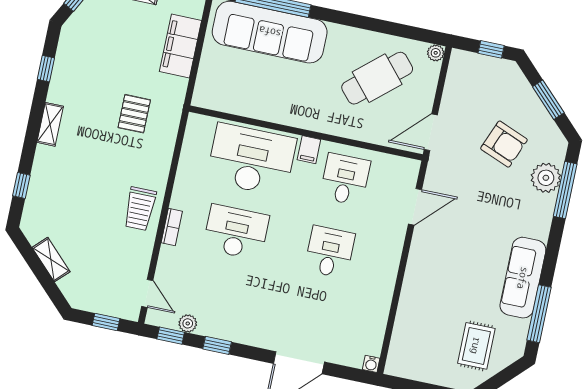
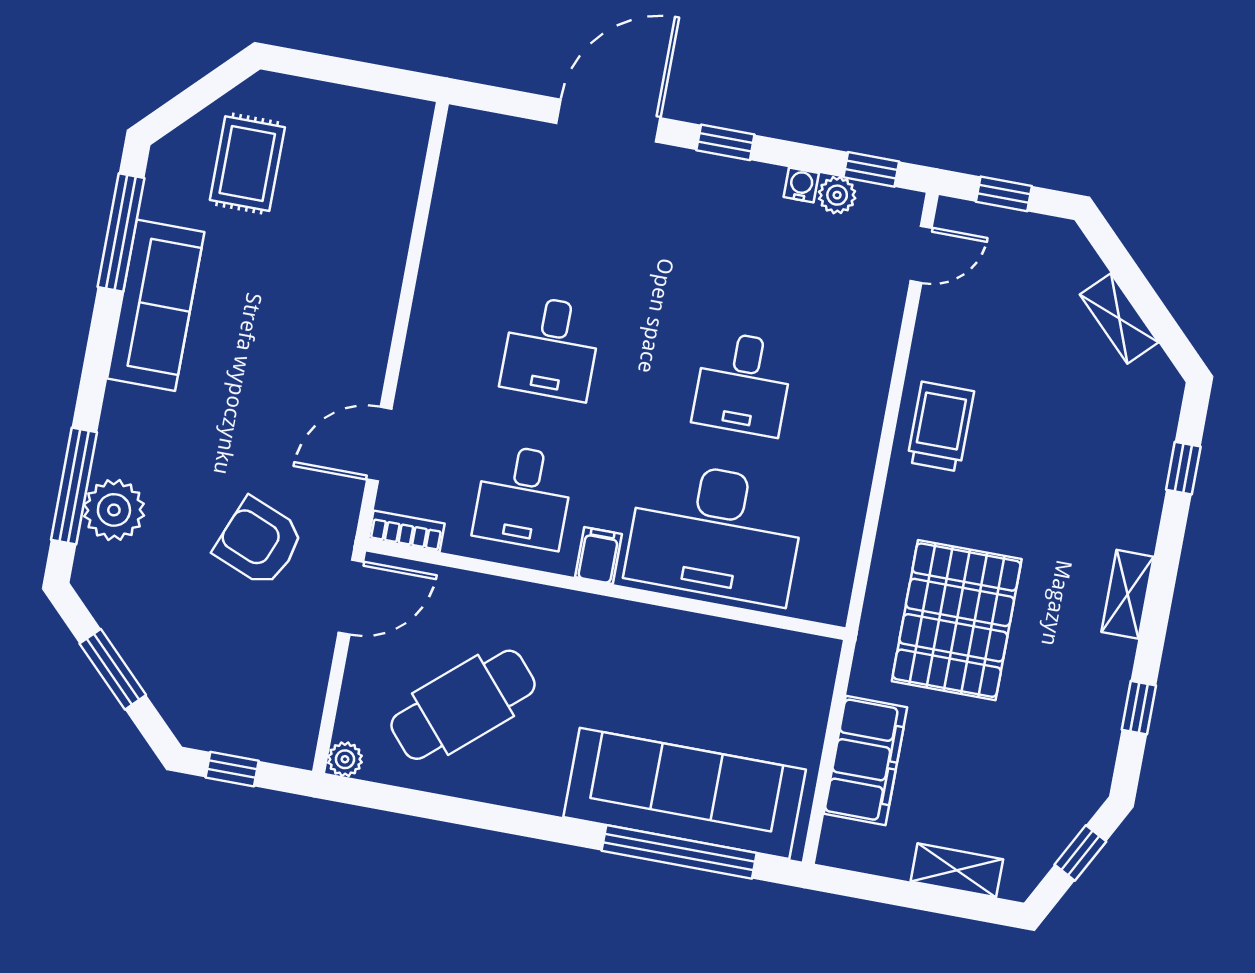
pallet: (134, 114) -> (957, 620), width x2.05, depth x2.00
armchair: (504, 144) -> (259, 542), moved
bookcase: (172, 227) -> (407, 531), moved, turned 90
desk: (236, 232) -> (743, 384), width x0.73
door: (147, 293) -> (921, 254), swing flipped
window: (217, 345) -> (725, 142), moved
water cooler: (371, 364) -> (801, 185), moved

